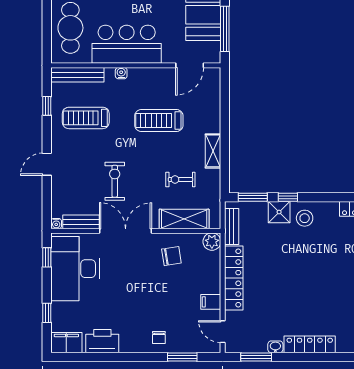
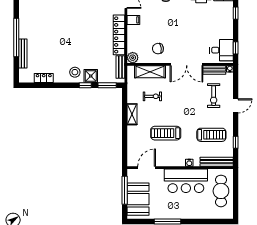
treadmill: (159, 121) -> (166, 133), turned 180
exercise bike: (115, 181) -> (214, 96), moved
desk: (75, 269) -> (222, 50), width x0.53, depth x0.77

